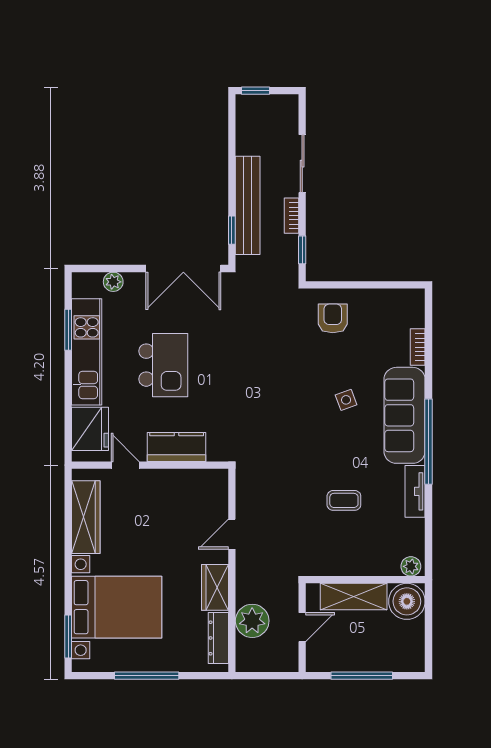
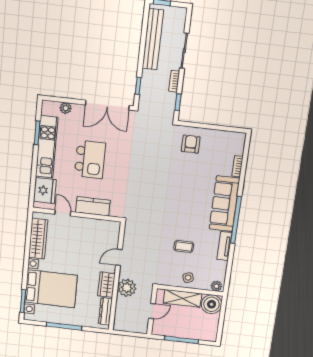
bench: (248, 205) -> (153, 39), moved
side table: (346, 400) -> (188, 278), moved
plant: (252, 621) -> (127, 288), moved

